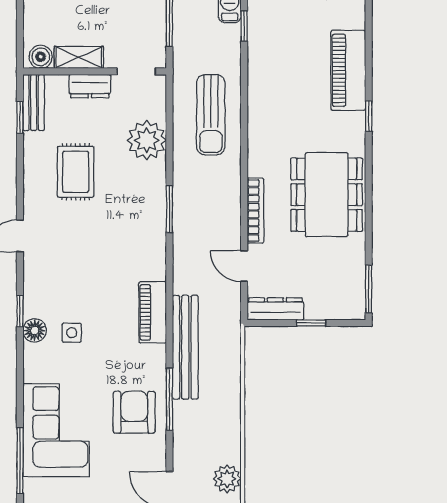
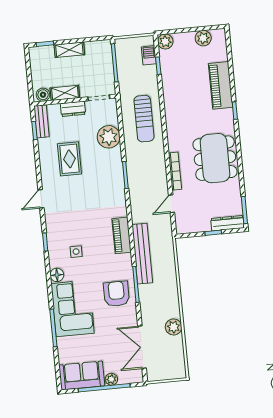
door: (244, 266) -> (172, 204), hinge flipped
dresser: (275, 309) -> (228, 223), moved
floor lamp: (35, 330) -> (57, 275), moved

